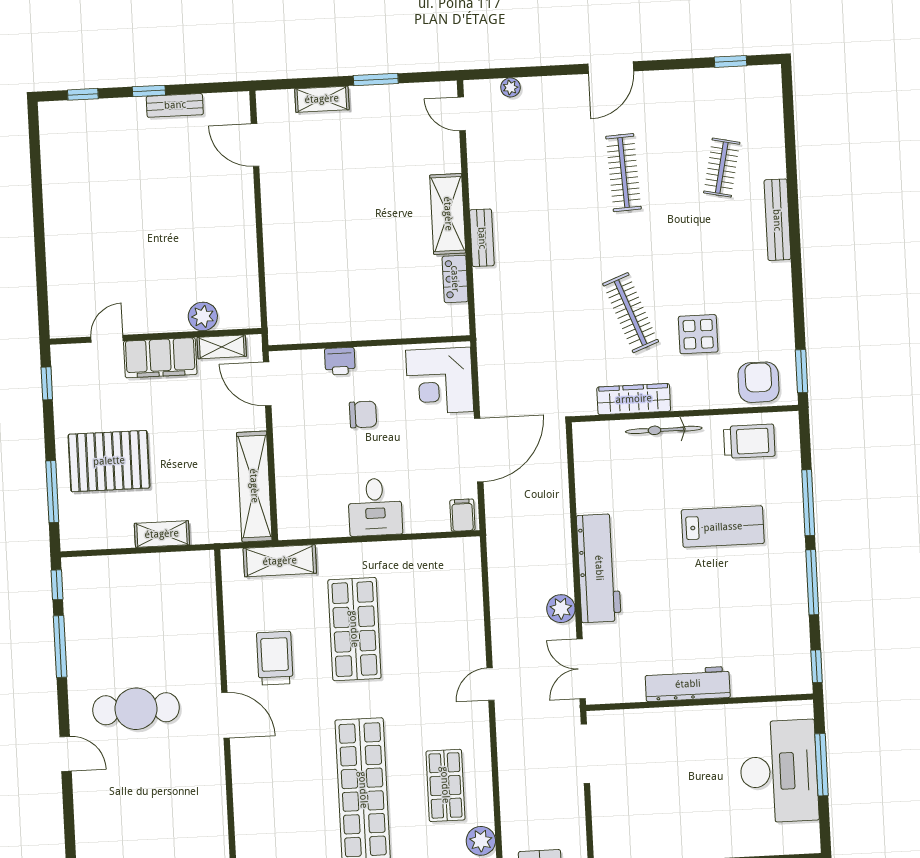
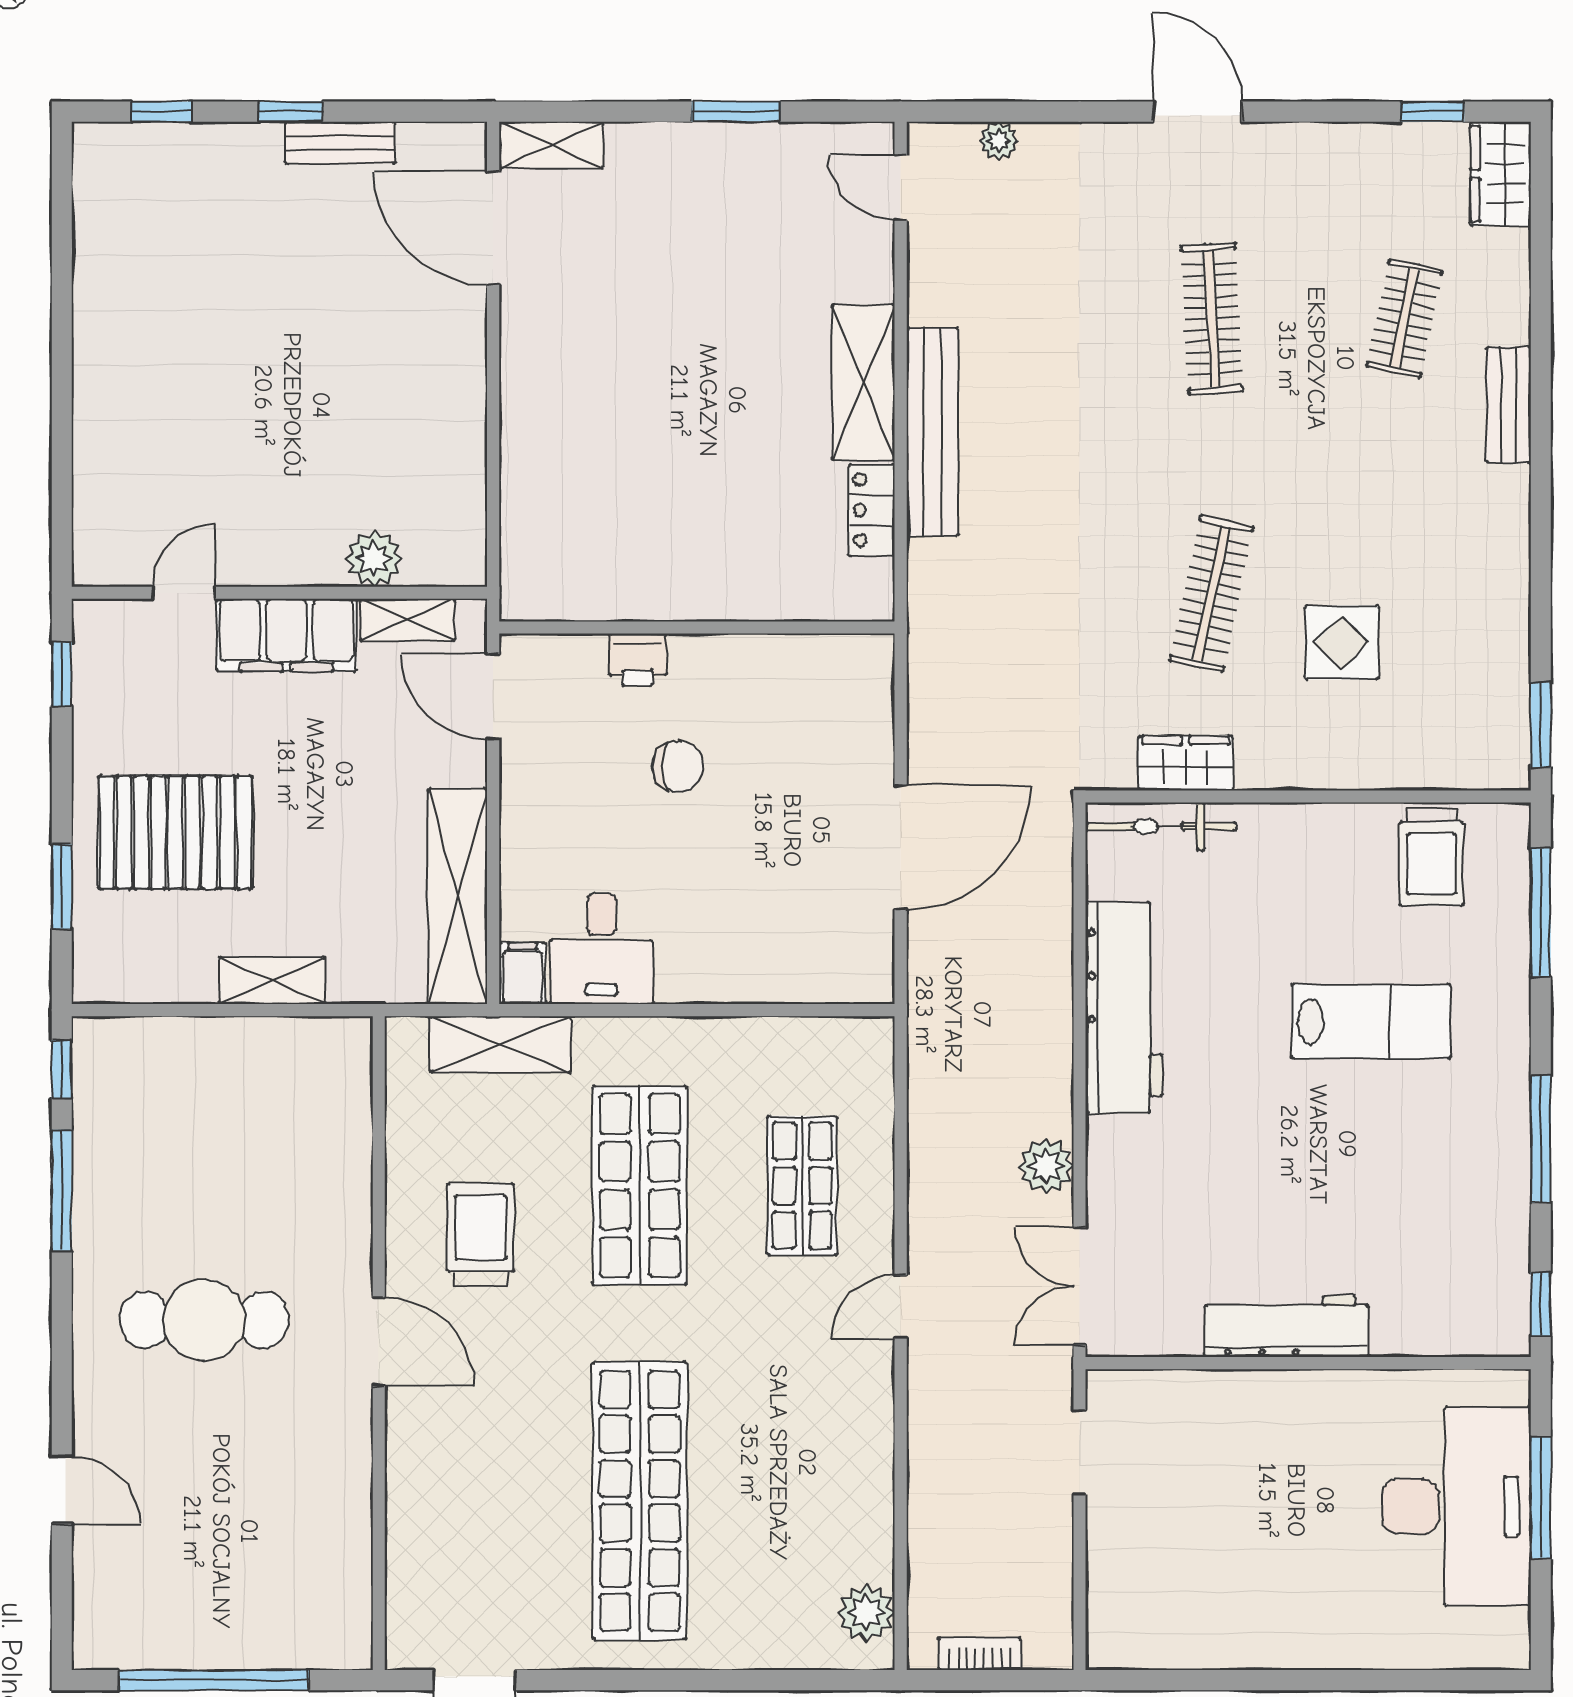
door: (611, 68) -> (1197, 112), swing flipped
wardrobe: (767, 91) -> (1501, 174), added
shelving: (322, 99) -> (551, 145), moved
door: (255, 145) -> (493, 228), width x1.36
bench: (777, 220) -> (1509, 405), width x0.73
bench: (482, 238) -> (933, 432), width x1.86, depth x1.21
clothes rail: (631, 313) -> (1212, 594), turned 33
corner desk: (440, 381) -> (831, 708), removed
armchair: (759, 382) -> (1455, 742), removed
wardrobe: (634, 399) -> (1186, 763), width x0.67
bicycle: (664, 430) -> (1161, 826), moved
trolley: (749, 441) -> (1431, 857), turned 90
window: (52, 492) -> (62, 886), width x0.69
window: (808, 503) -> (1541, 912), moved
desk: (375, 507) -> (601, 949), moved
filing cabinet: (462, 515) -> (522, 973), moved
workbench: (599, 568) -> (1124, 1008), moved
door: (66, 754) -> (62, 1490), moved
doorway: (585, 754) -> (1080, 1452), width x0.73
shop shelf: (445, 785) -> (802, 1186), moved

